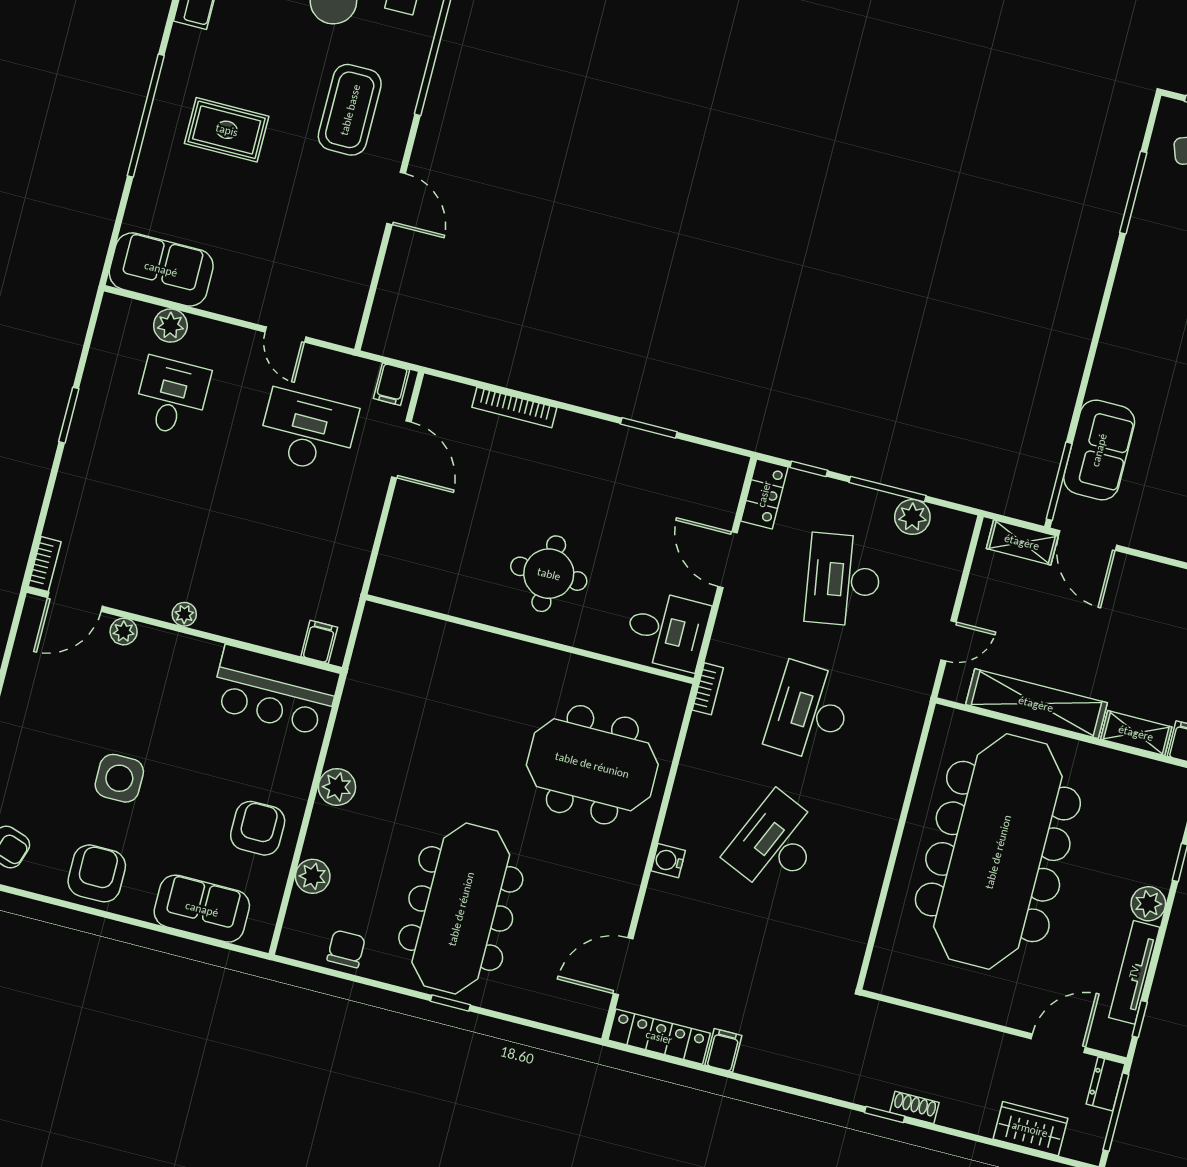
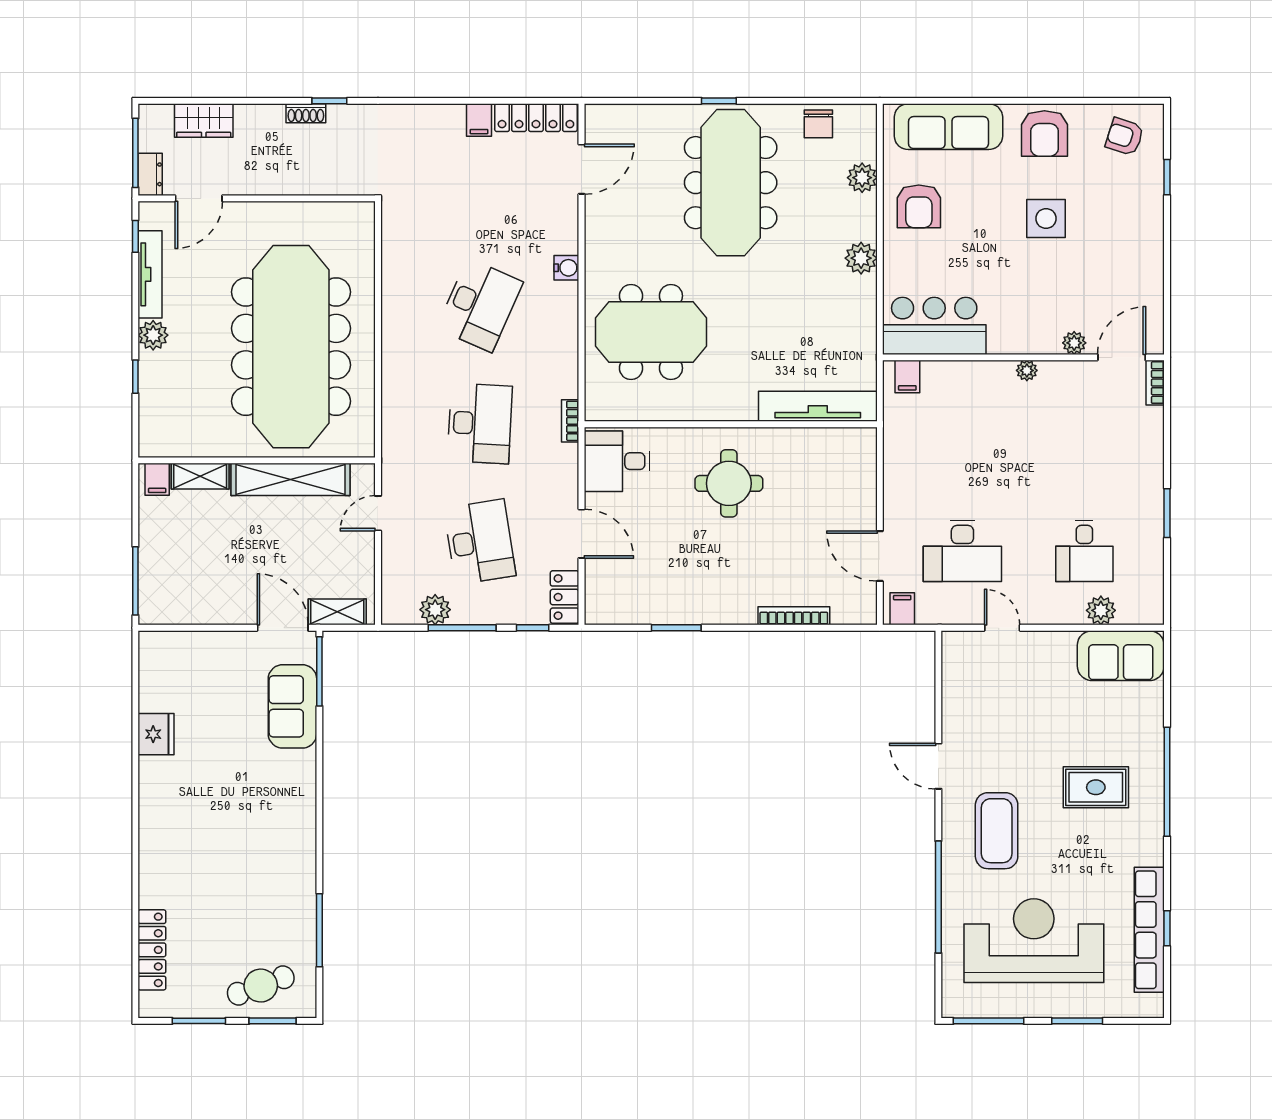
tv unit: (428, 634) -> (818, 406), added
sofa: (202, 909) -> (948, 127), width x1.36

